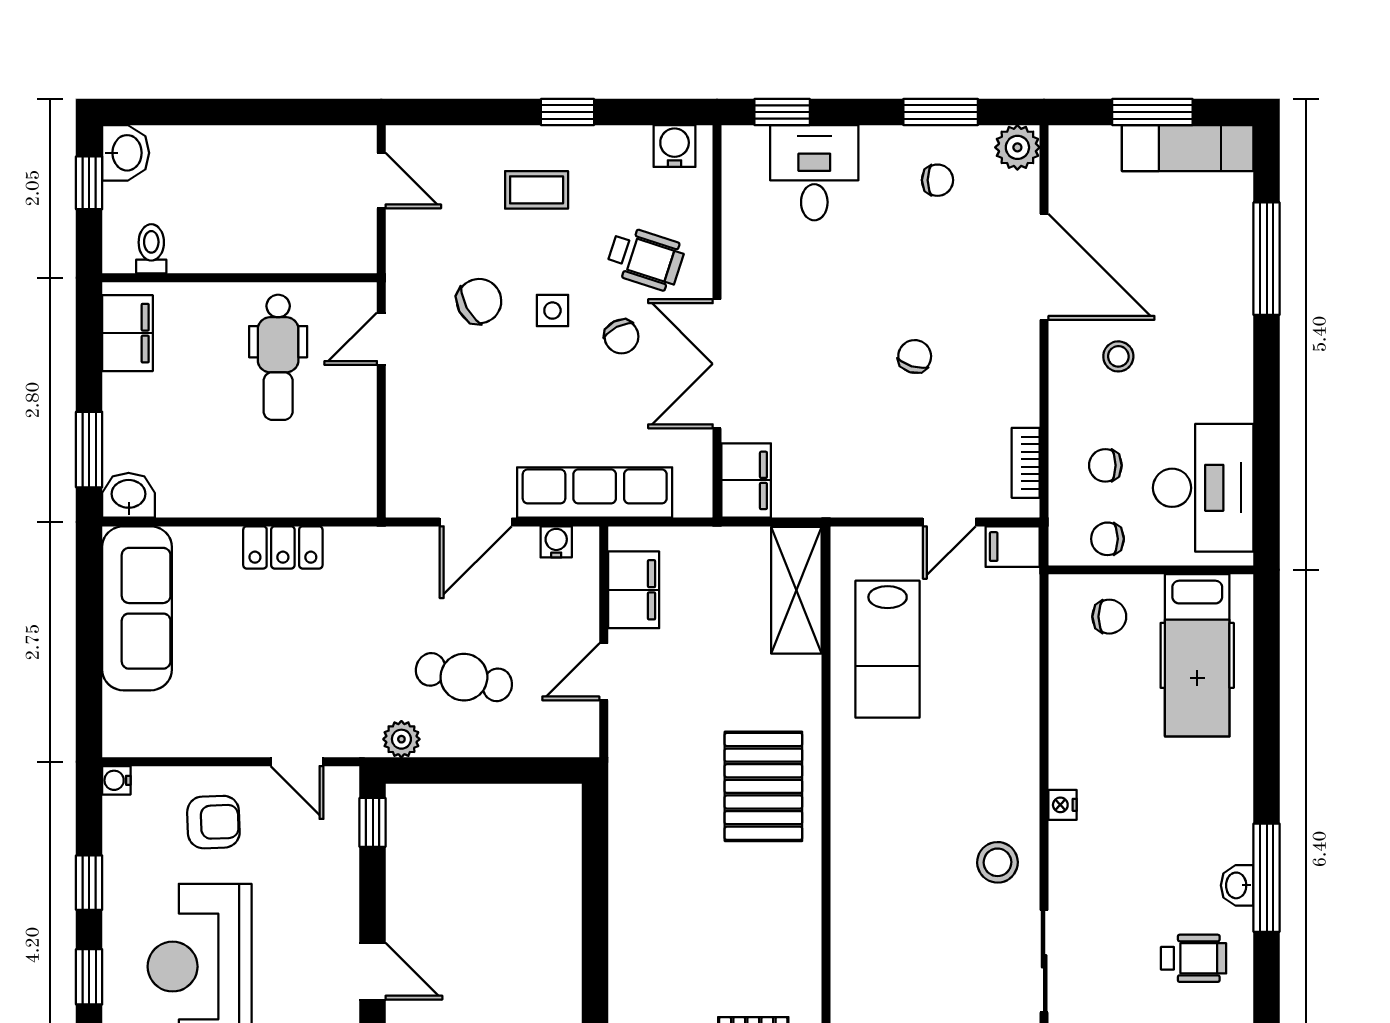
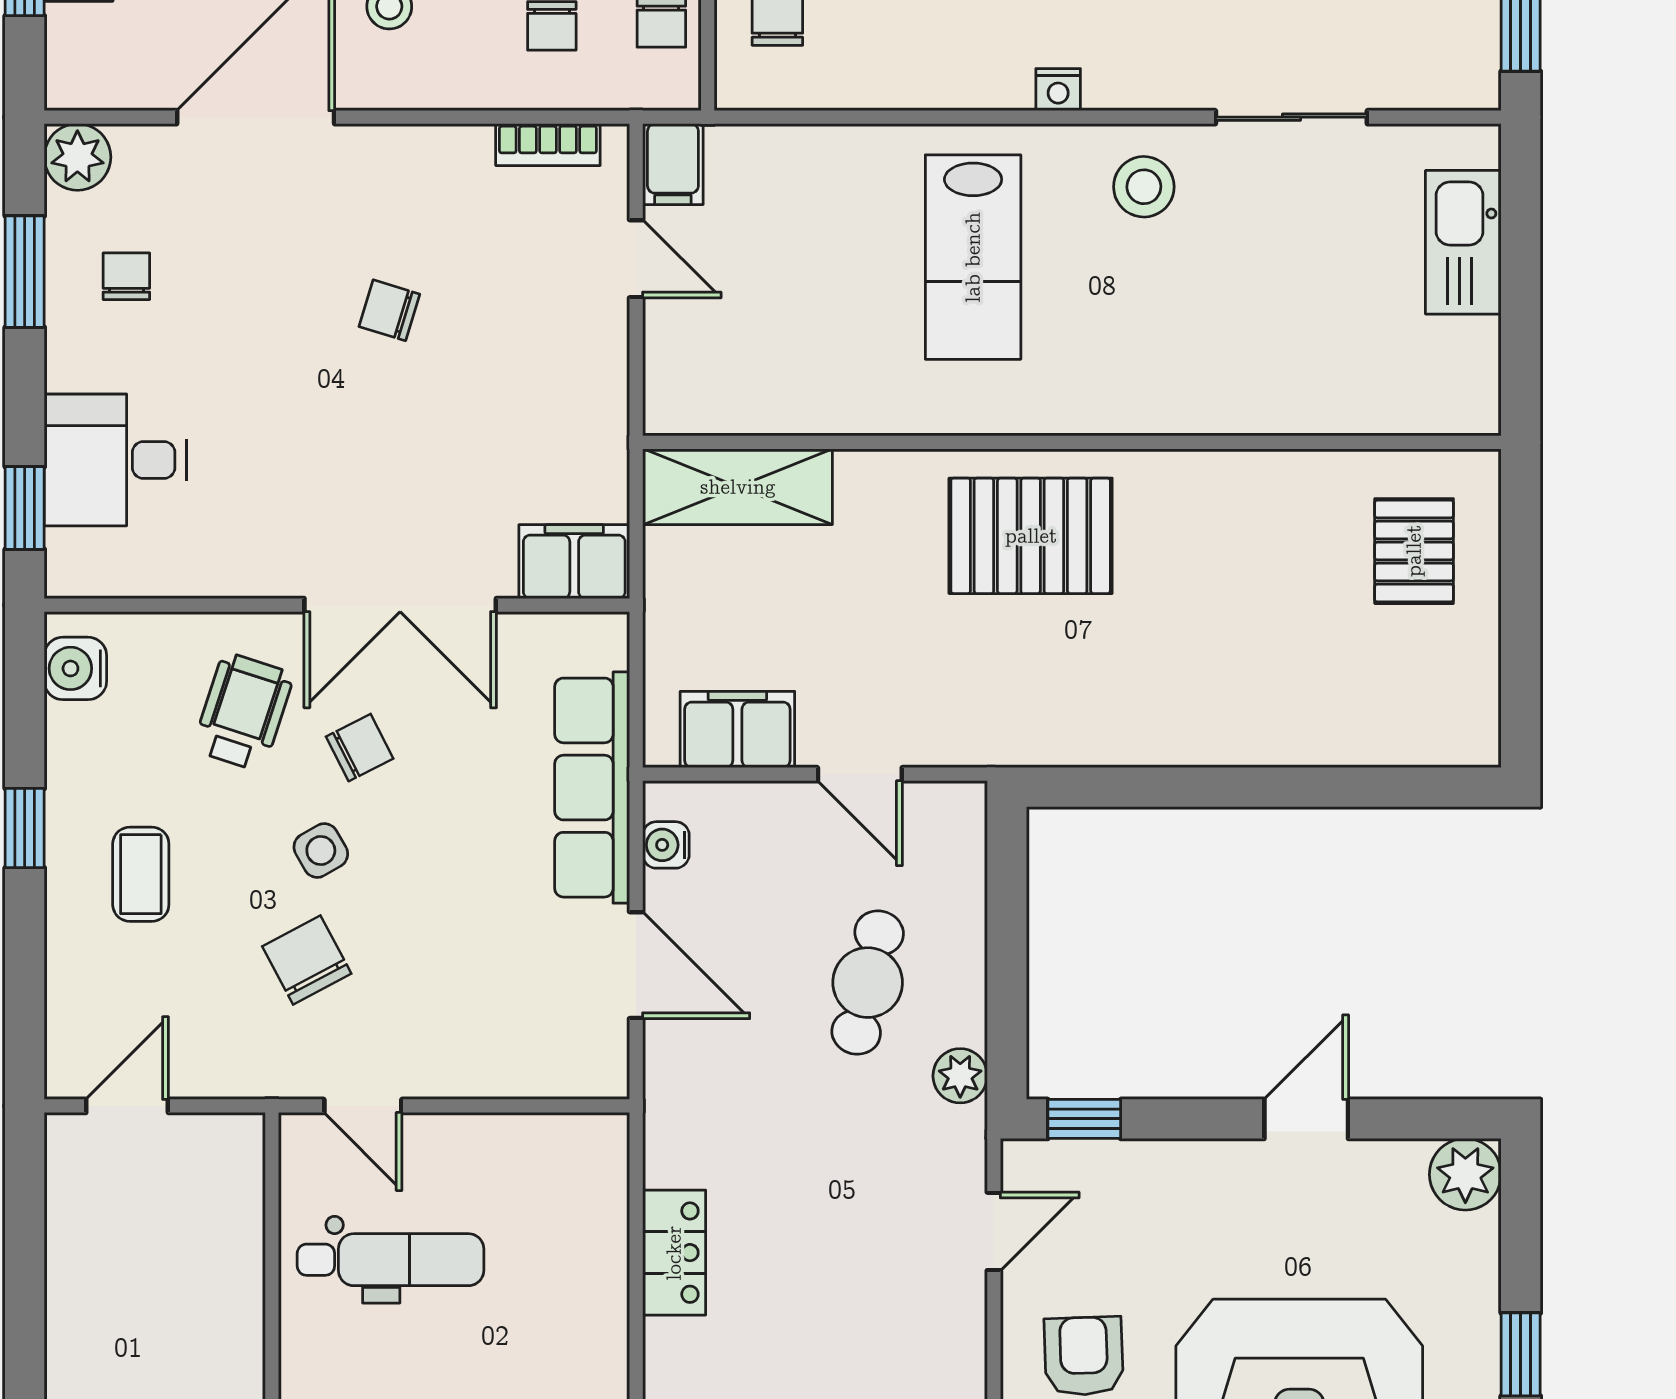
side table: (552, 311) -> (321, 851), turned -30
lab bench: (888, 649) -> (973, 257), moved, turned 90

